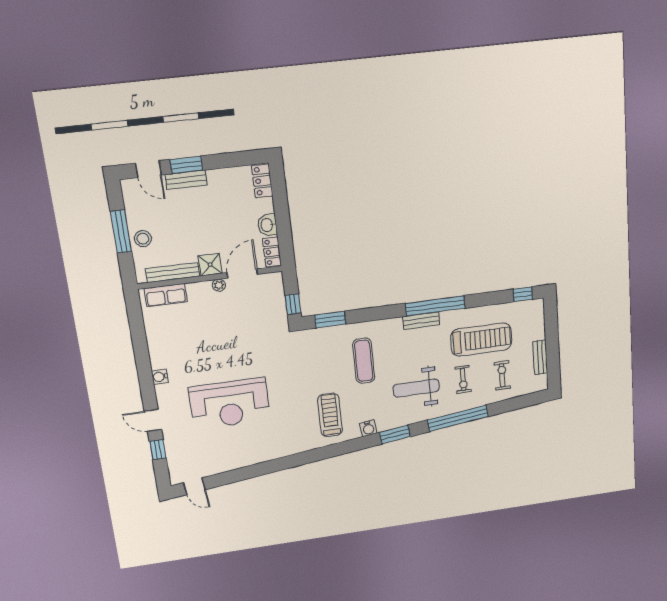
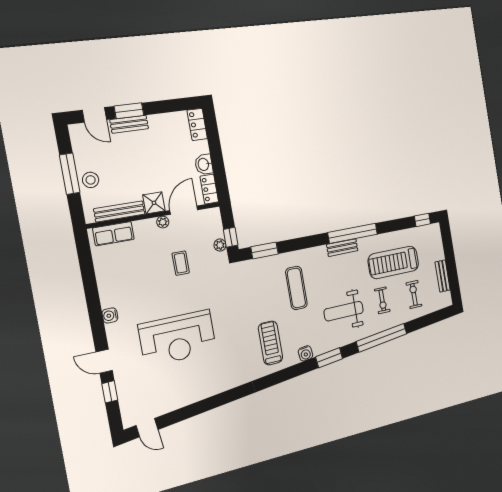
plant: (281, 312) -> (220, 245), added
coffee table: (236, 328) -> (181, 263), added
treadmill: (481, 340) -> (393, 262), turned 180

